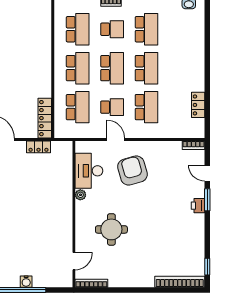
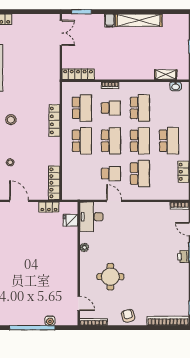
locker: (45, 44) -> (54, 120), added
school desk: (78, 107) -> (169, 141), moved
fridge: (64, 162) -> (70, 220), added
desk: (89, 171) -> (91, 217), moved
armchair: (132, 171) -> (128, 316), moved, width x0.53, depth x0.53
door: (74, 261) -> (79, 303), hinge flipped
water cooler: (26, 282) -> (50, 321), moved

